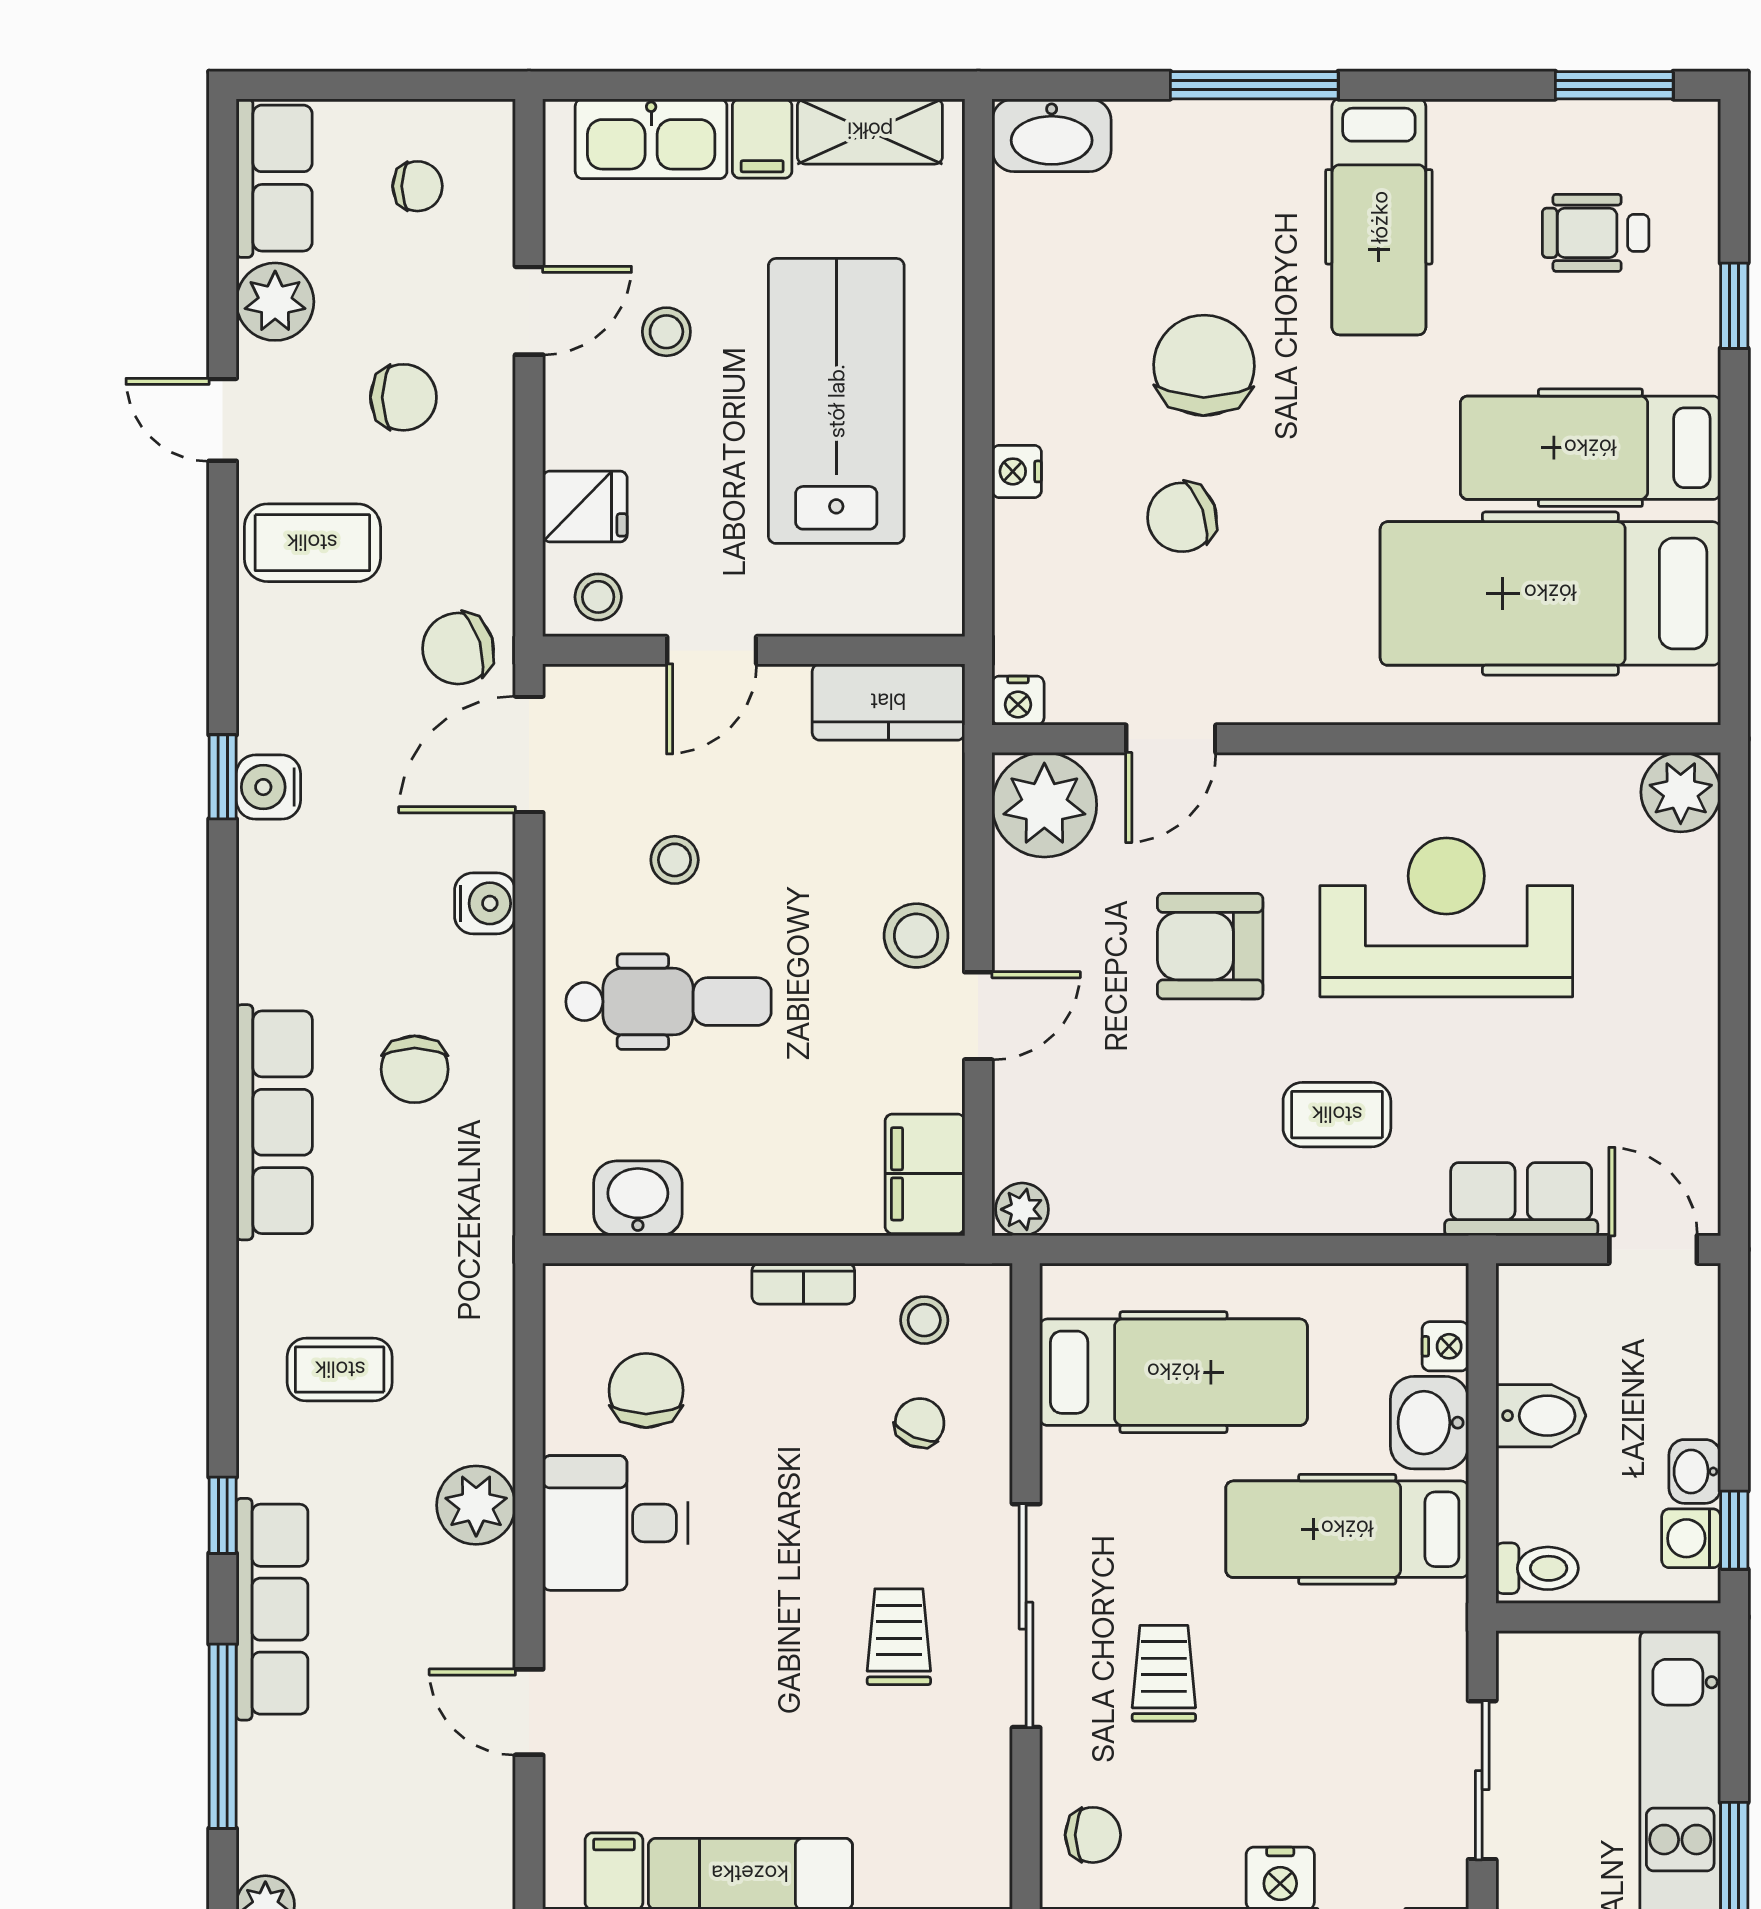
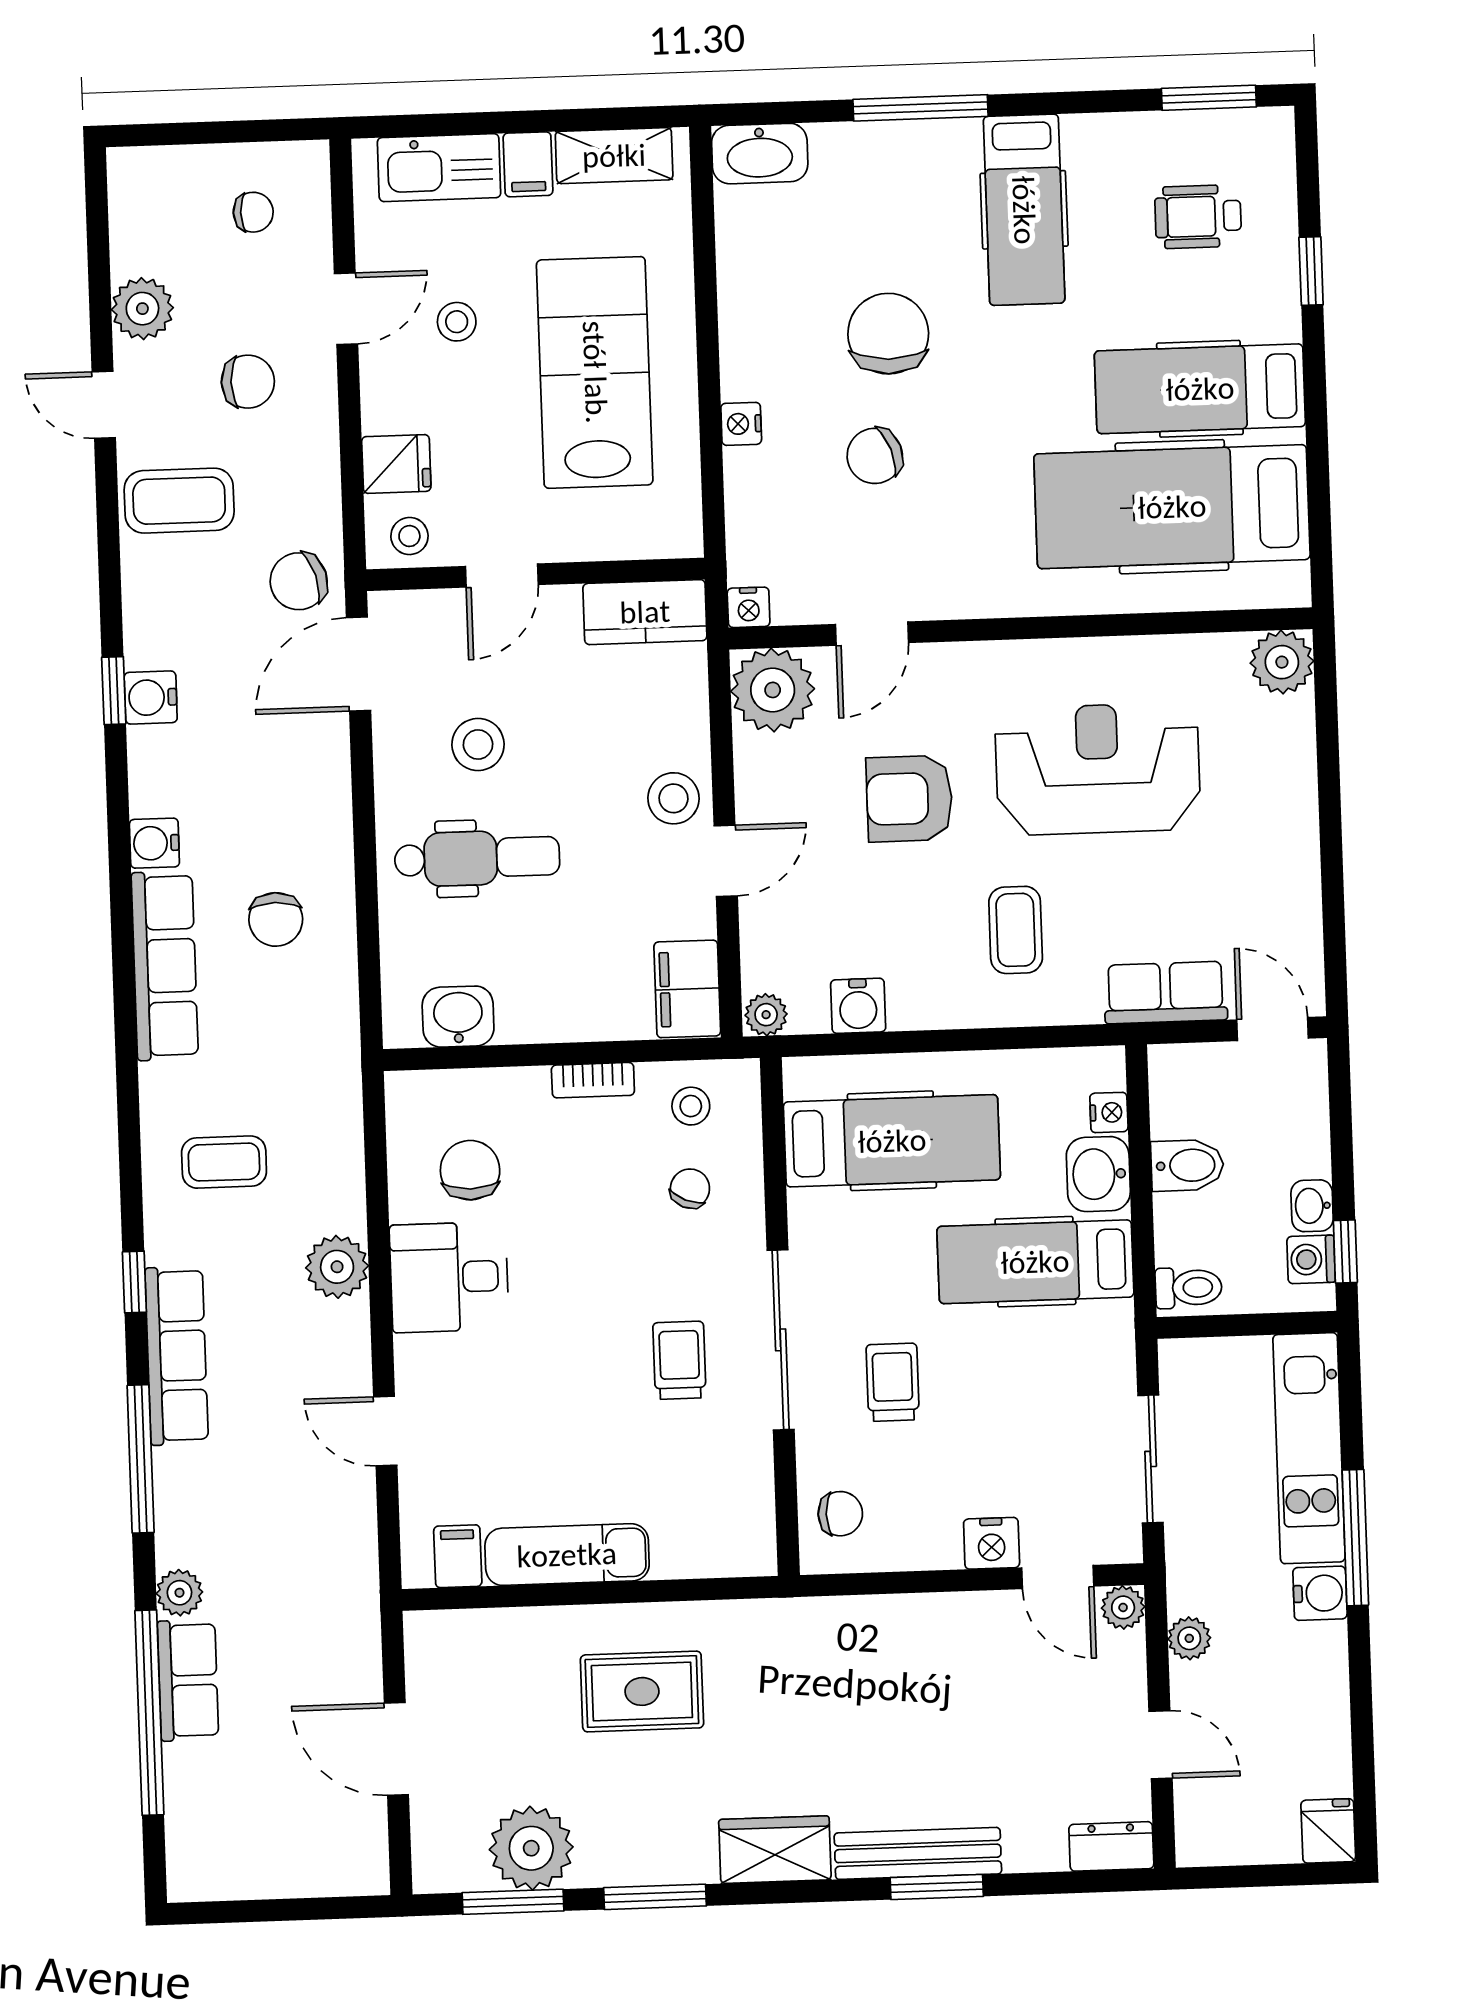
row of seats: (274, 178) -> (138, 210), removed
stool: (675, 860) -> (478, 745), width x1.37, depth x1.37
water cooler: (485, 903) -> (154, 843), moved, turned 180
coffee table: (1337, 1115) -> (1016, 930), turned 90
water cooler: (1137, 1202) -> (858, 1006), added

